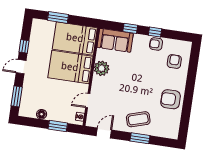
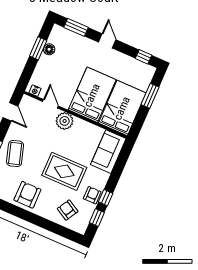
window: (130, 28) -> (97, 218), moved
window: (24, 46) -> (143, 57), moved
armchair: (174, 62) -> (68, 210), turned -150
plant: (102, 68) -> (65, 121), moved
rug: (142, 73) -> (64, 171), added
window: (58, 126) -> (38, 48), moved

